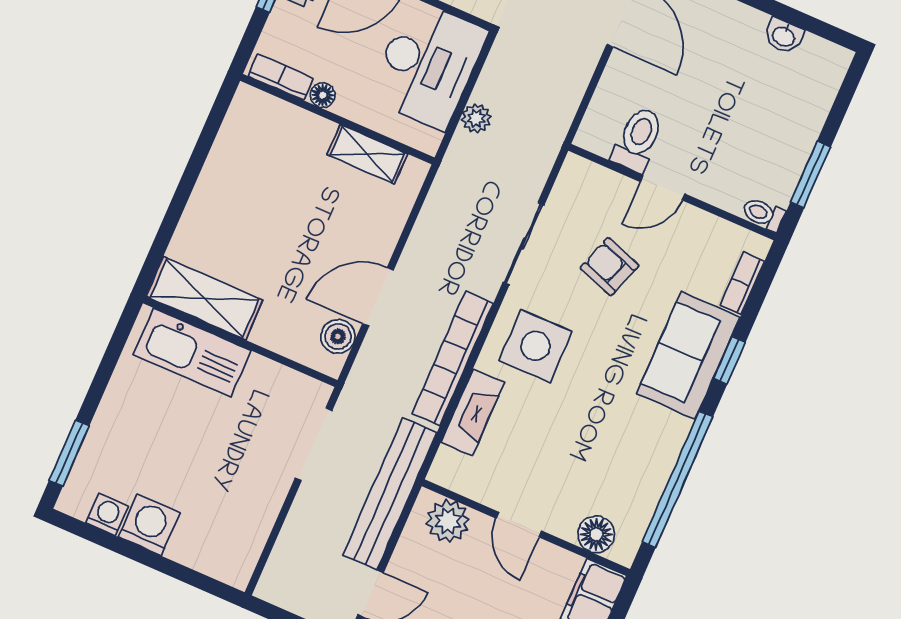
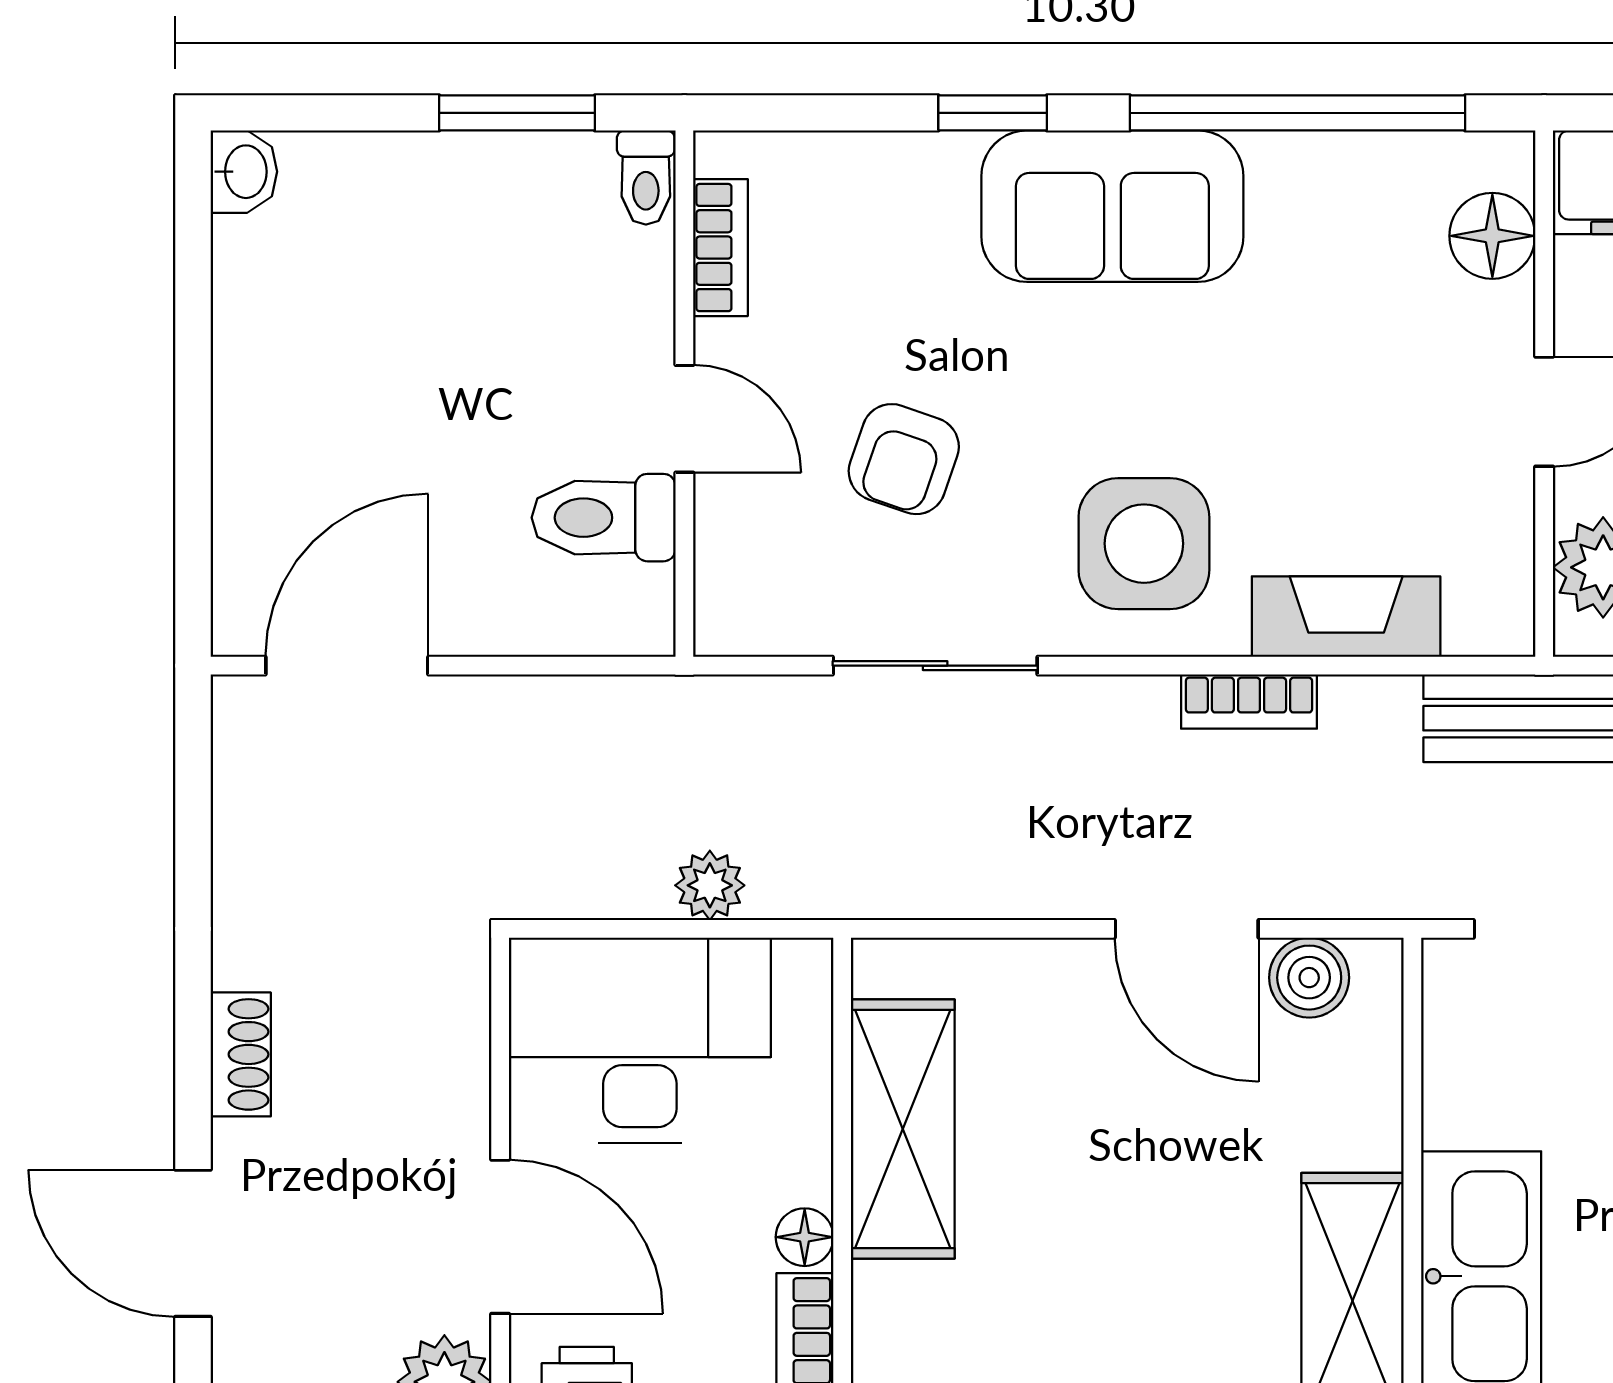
washbasin: (784, 36) -> (244, 172), moved
shelving: (367, 154) -> (903, 1129), width x1.50, depth x1.33
bookcase: (742, 283) -> (720, 248), moved, turned -90
sofa: (688, 355) -> (1112, 206), moved
bookcase: (453, 359) -> (1249, 702), width x0.43, depth x0.76

